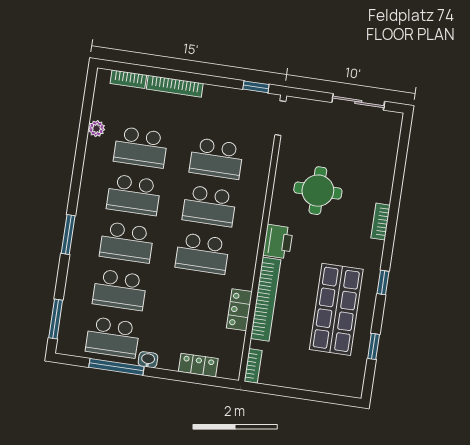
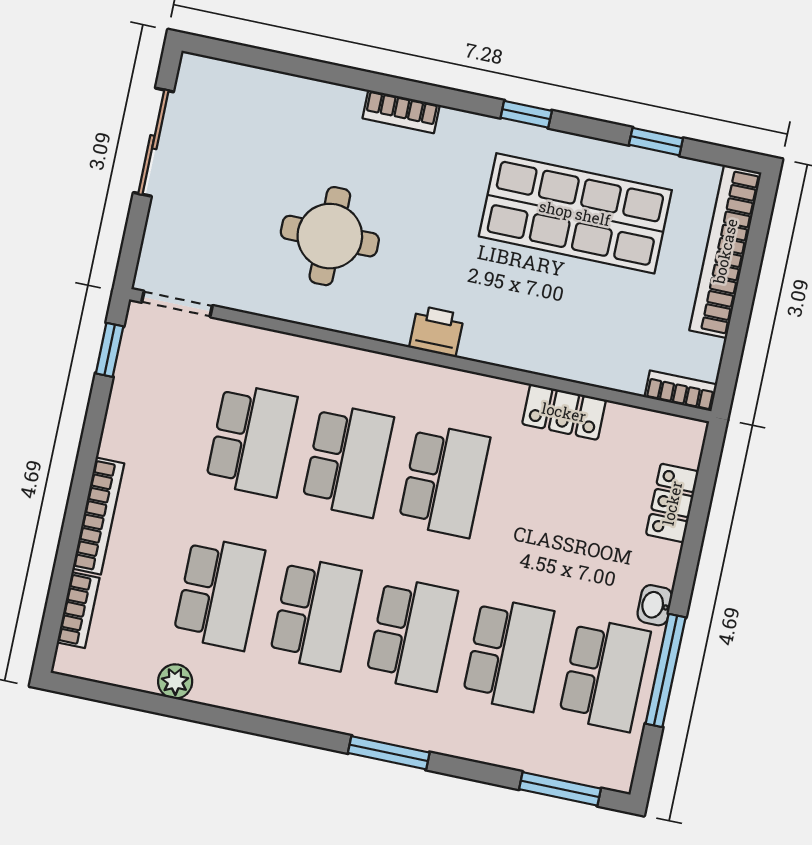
printer: (278, 242) -> (437, 331), width x0.73, depth x0.81
bookcase: (266, 299) -> (725, 251), moved, turned -90

